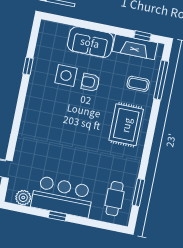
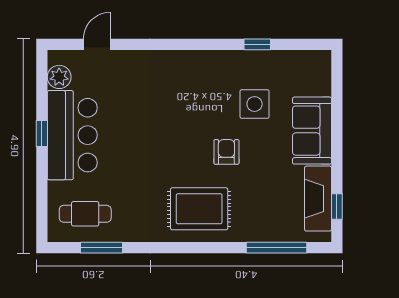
armchair: (90, 82) -> (226, 152), moved
coffee table: (138, 84) -> (264, 214), removed

